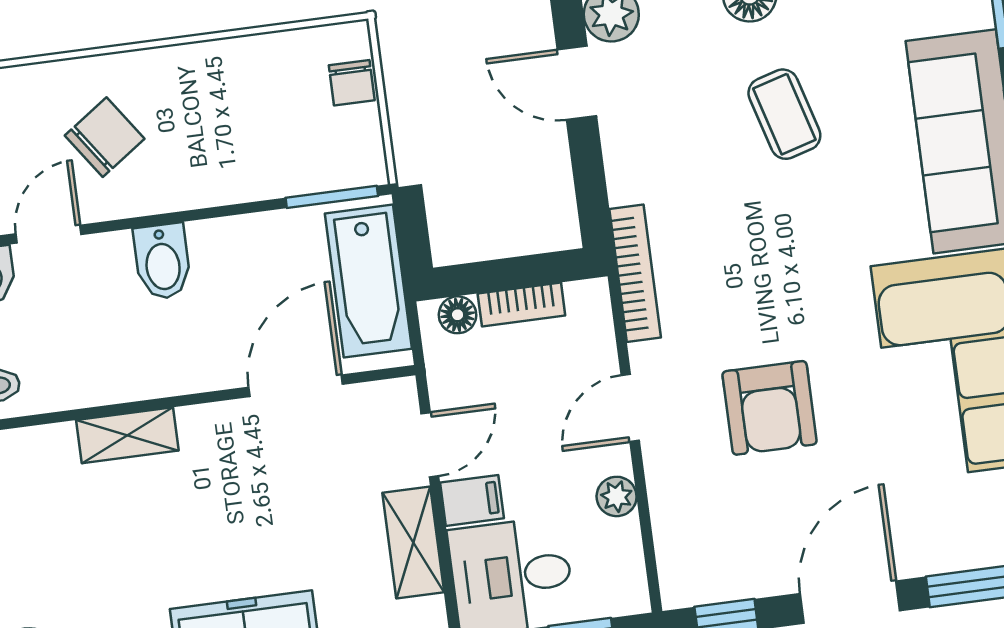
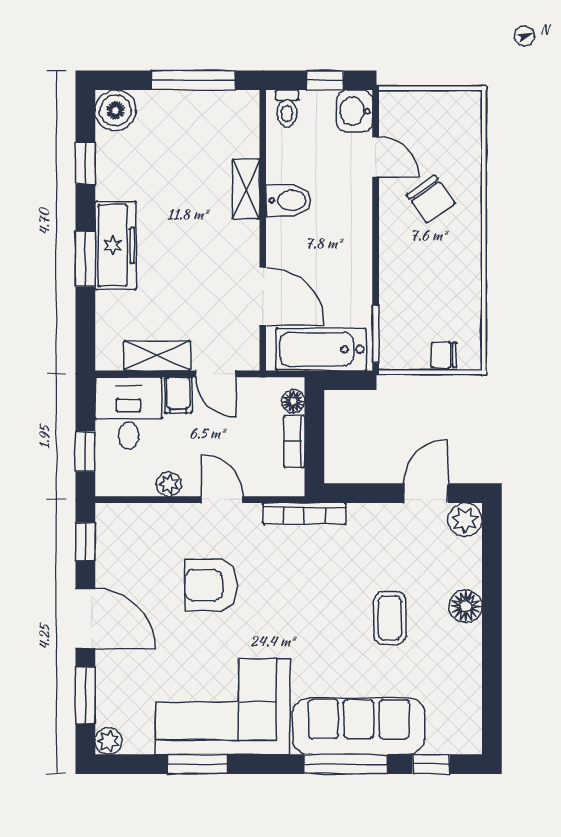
coffee table: (784, 114) -> (390, 618), turned -74
bidet: (162, 261) -> (289, 200), moved, turned 180

